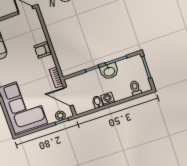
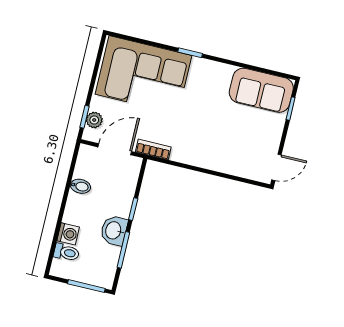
armchair: (42, 50) -> (205, 155), removed
washing machine: (108, 99) -> (68, 234), moved

